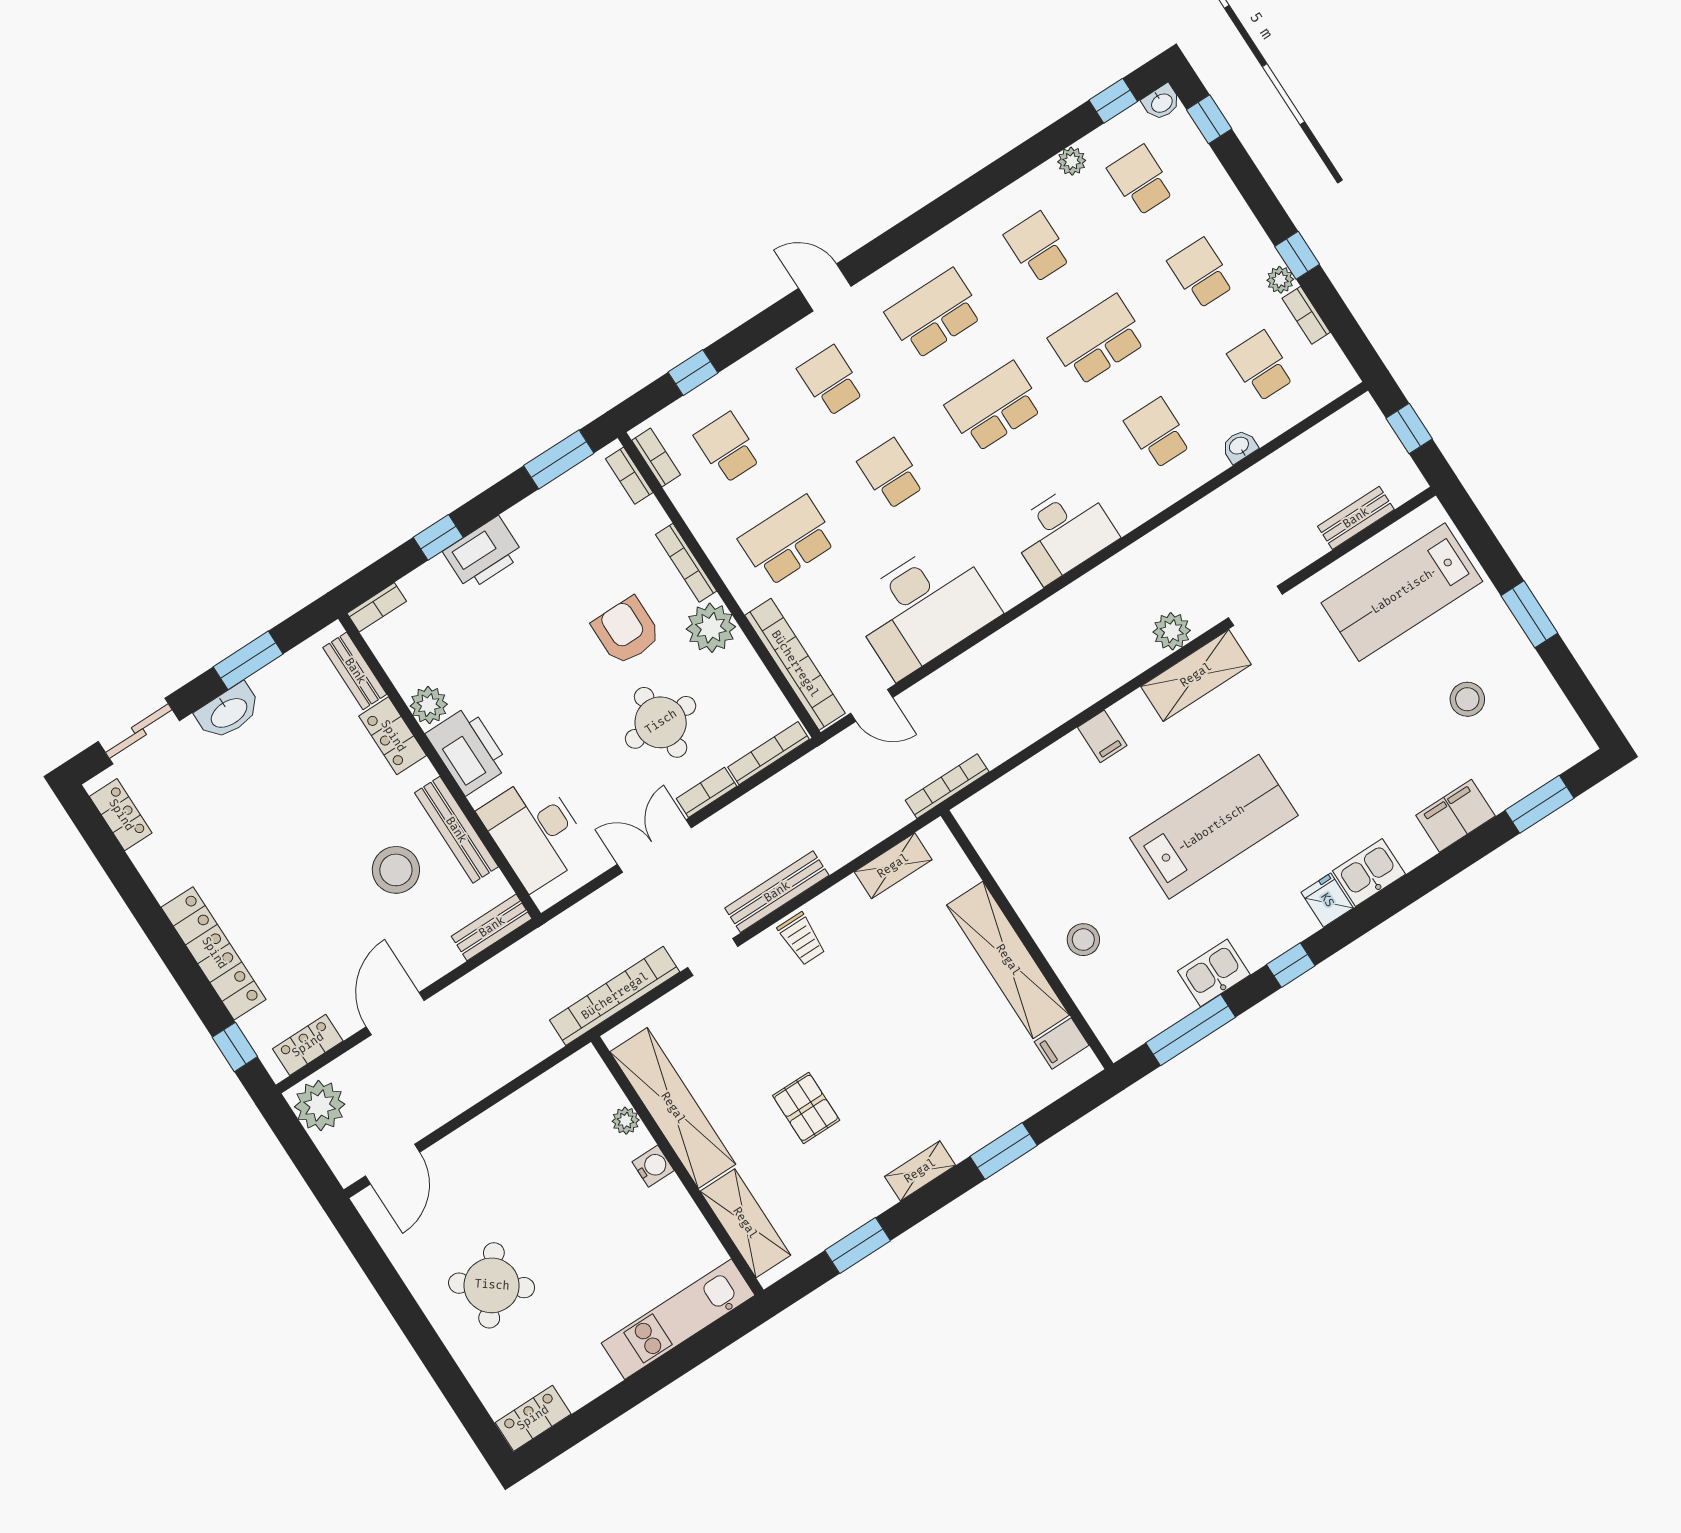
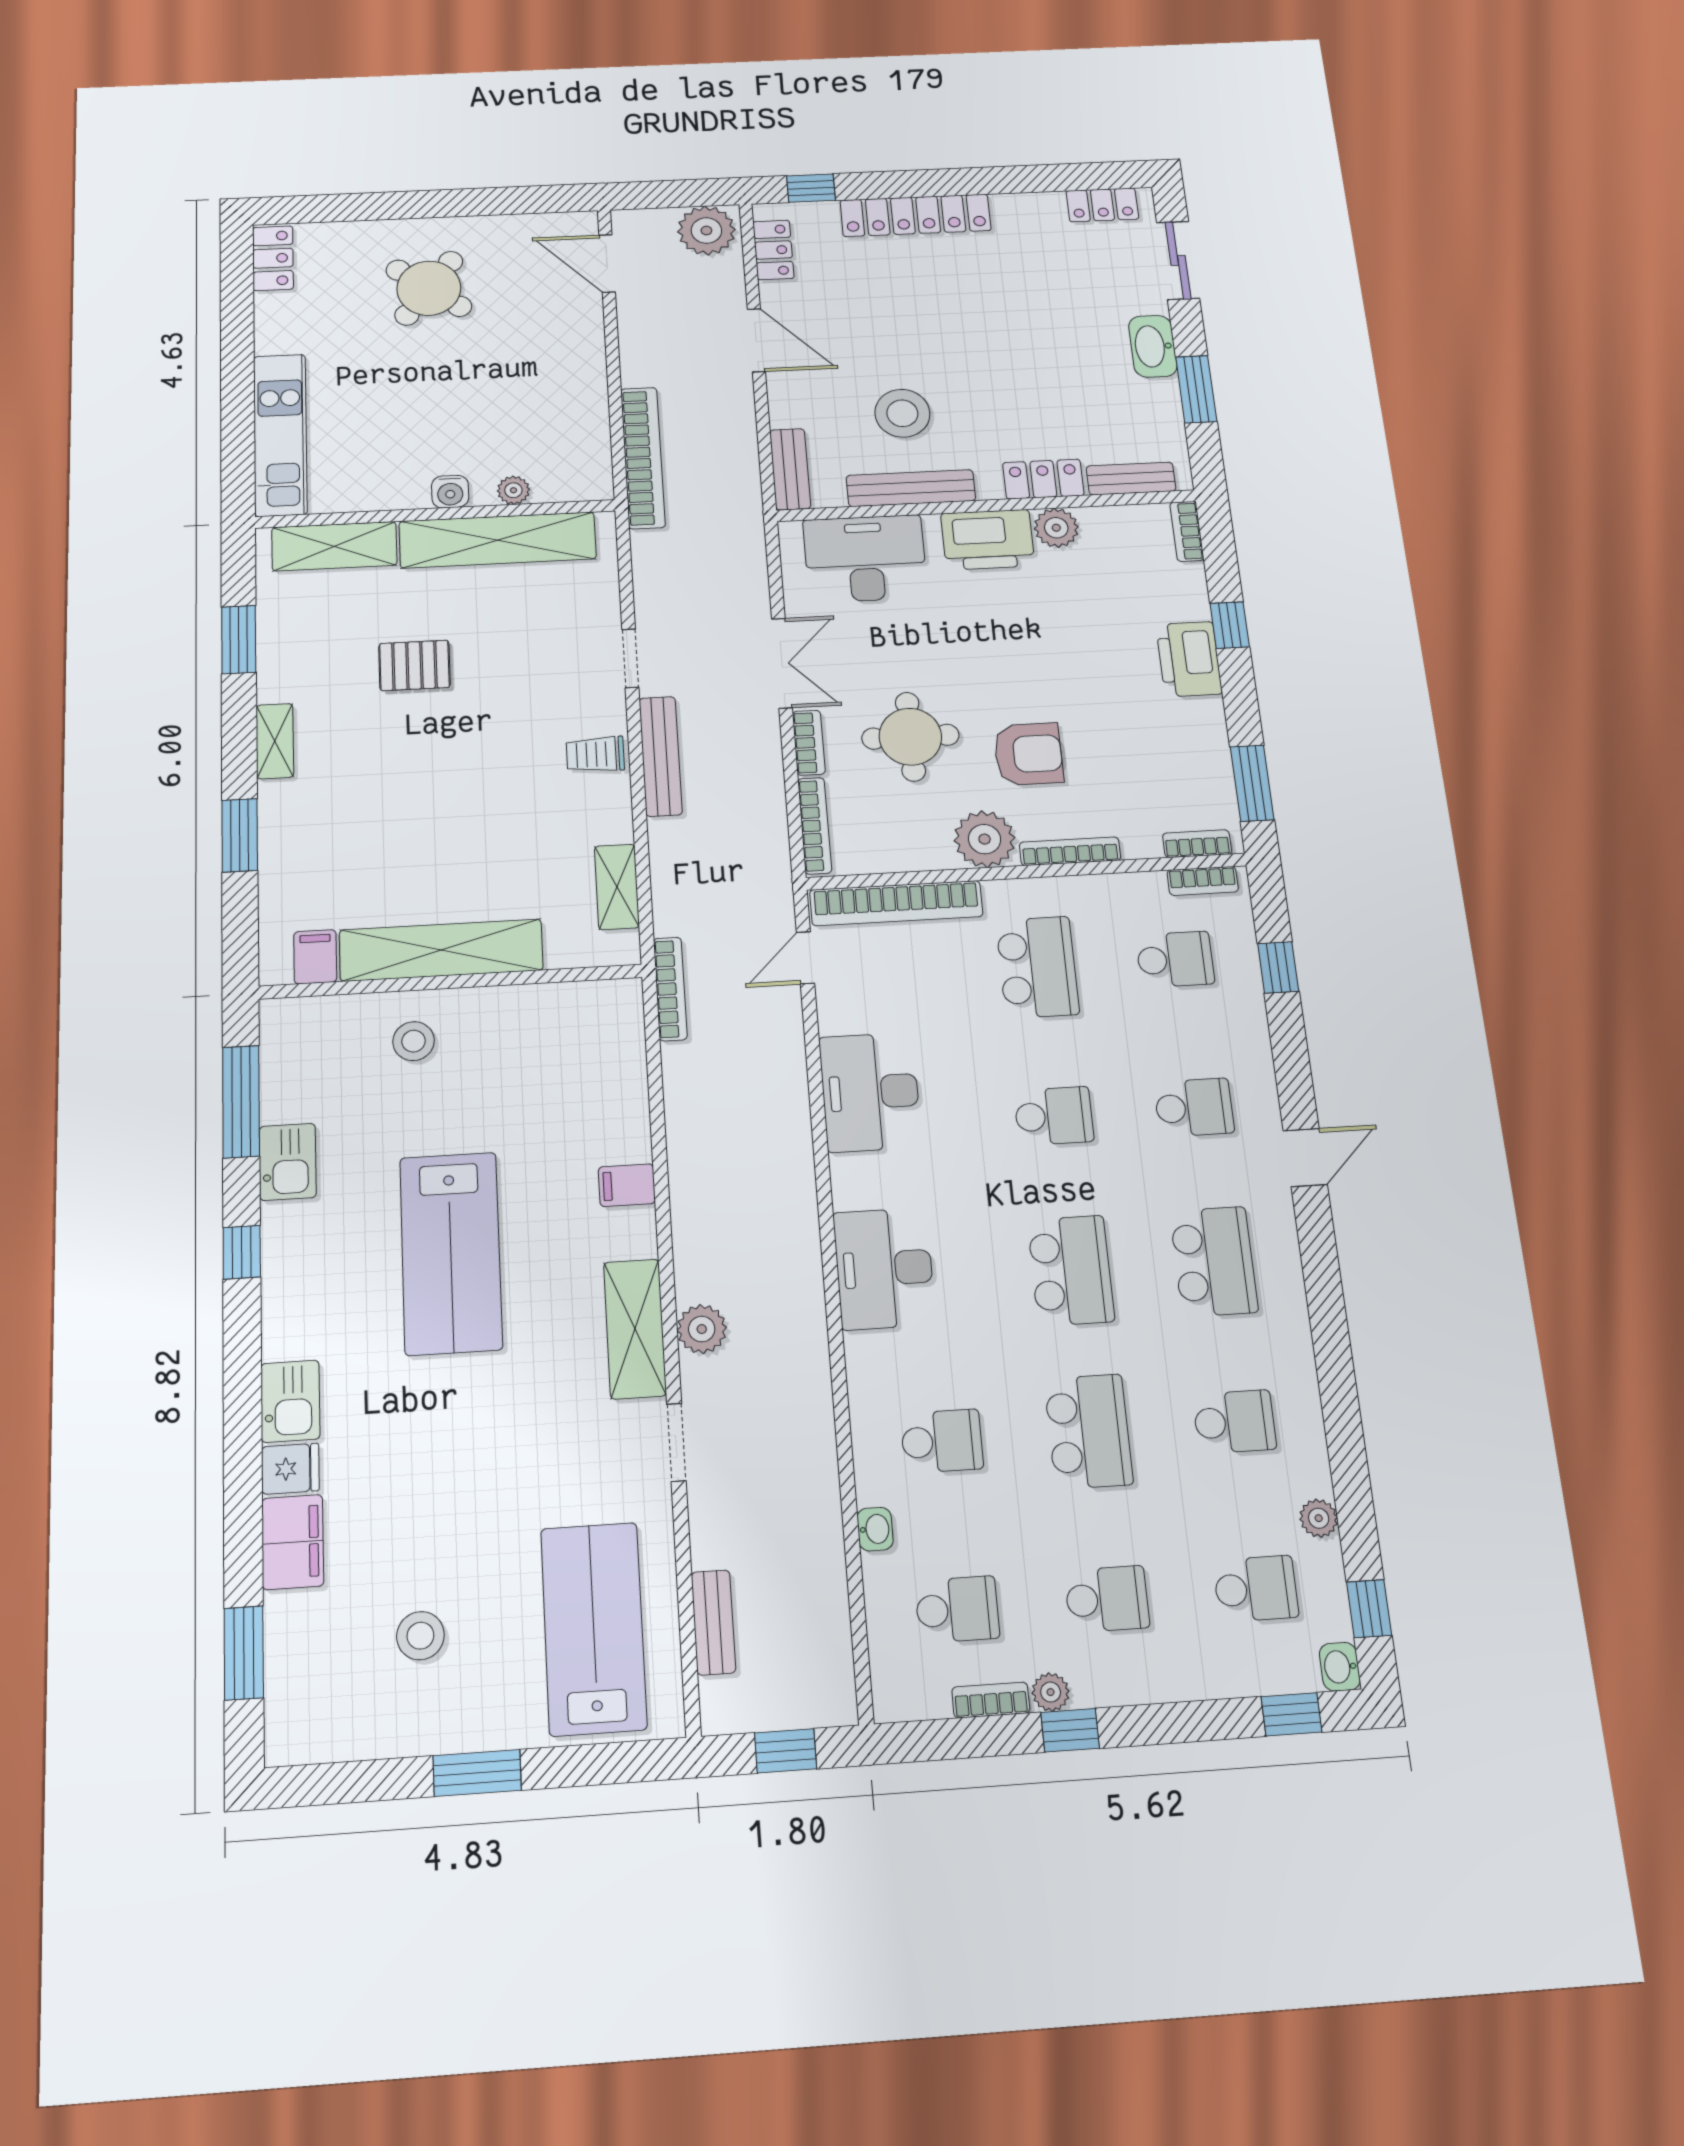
desk: (924, 608) -> (870, 1092), width x0.73, depth x0.77
fridge: (1327, 900) -> (290, 1469), moved
bookcase: (615, 996) -> (643, 458), moved

